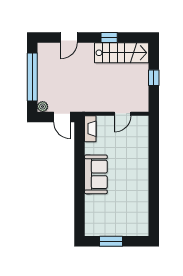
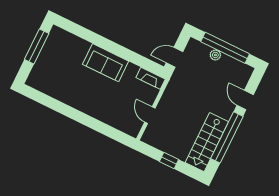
window: (109, 37) -> (227, 137), width x3.17
plant: (43, 107) -> (215, 55), moved
window: (111, 241) -> (37, 46), width x1.44

